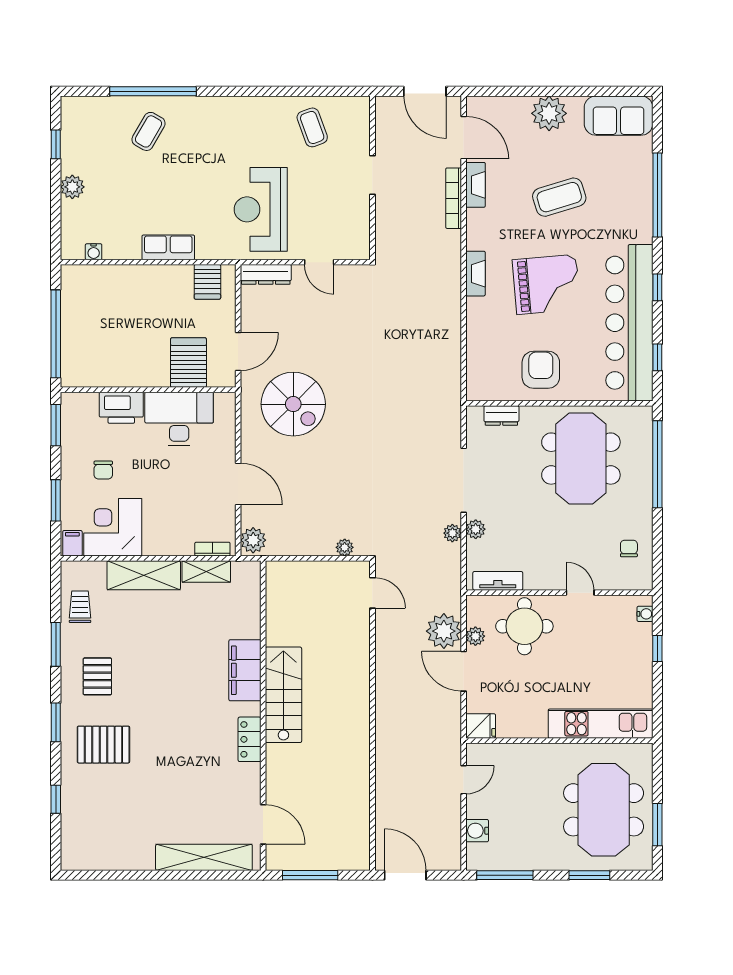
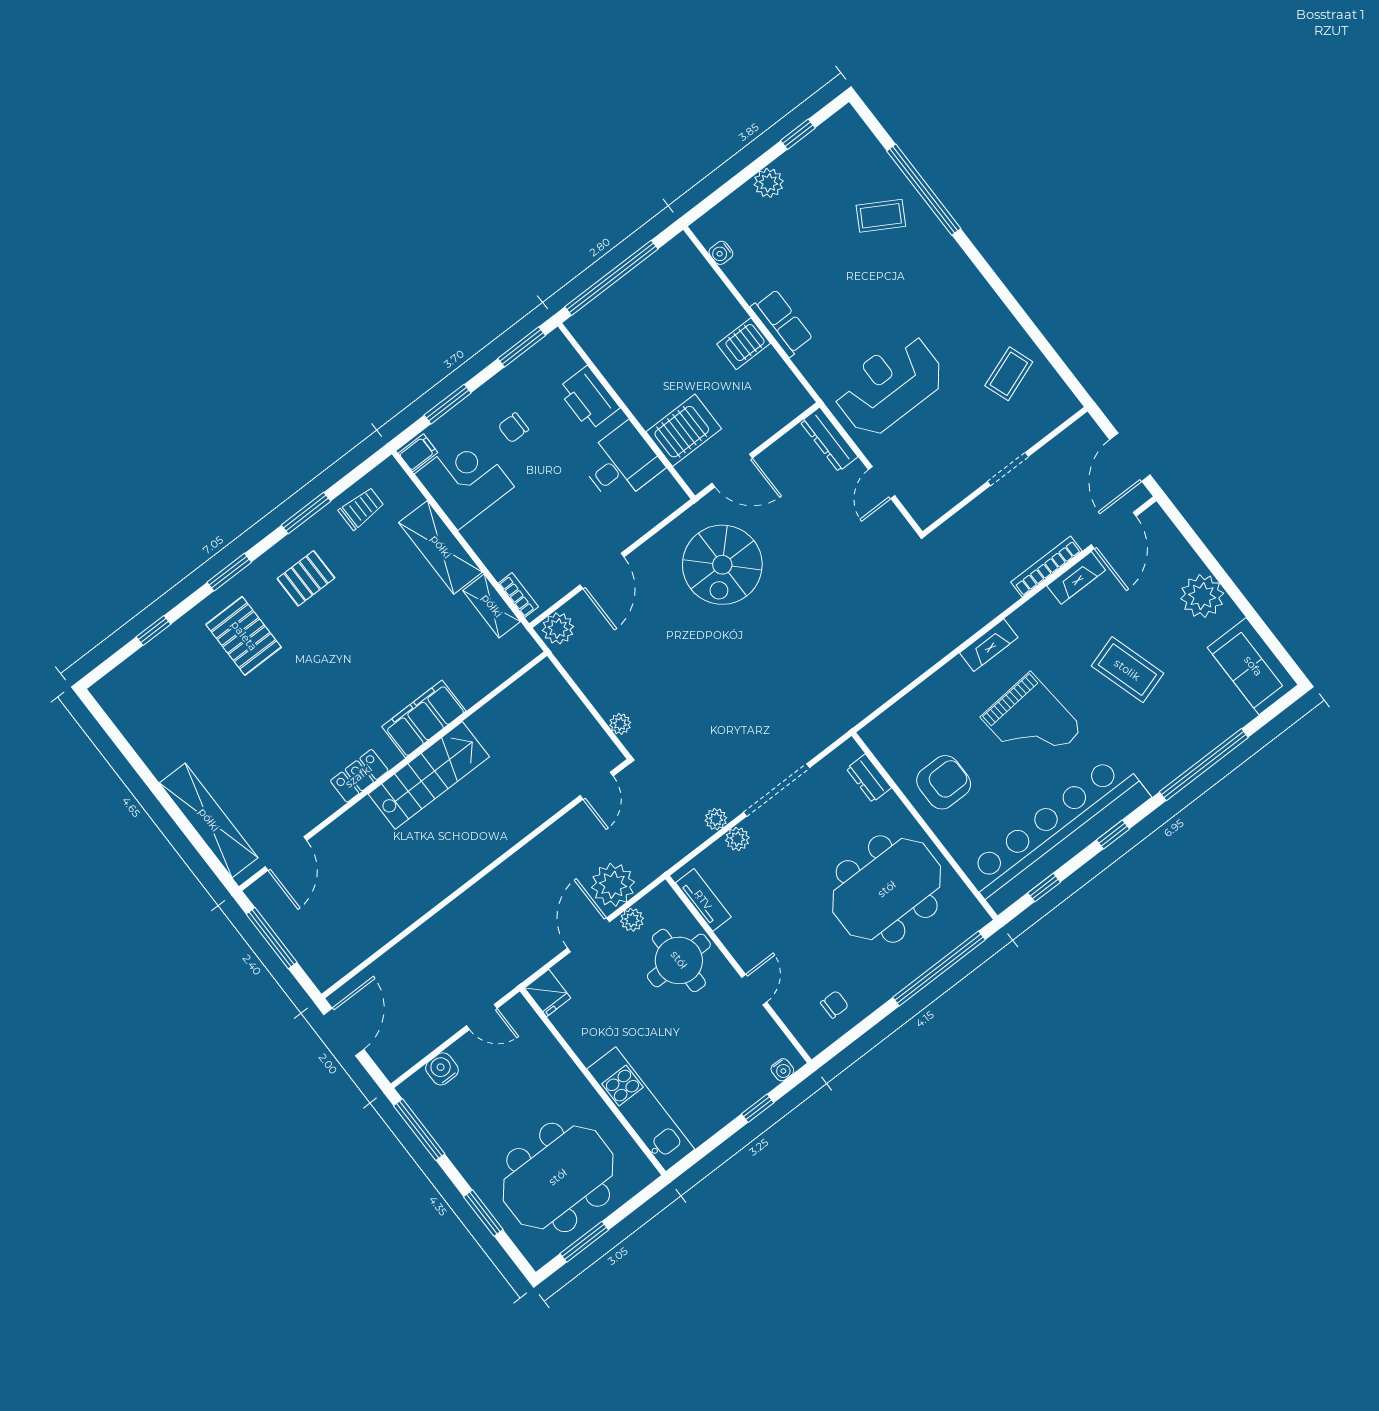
server rack: (207, 282) -> (744, 344), moved
desk: (179, 419) -> (621, 464), width x0.73

